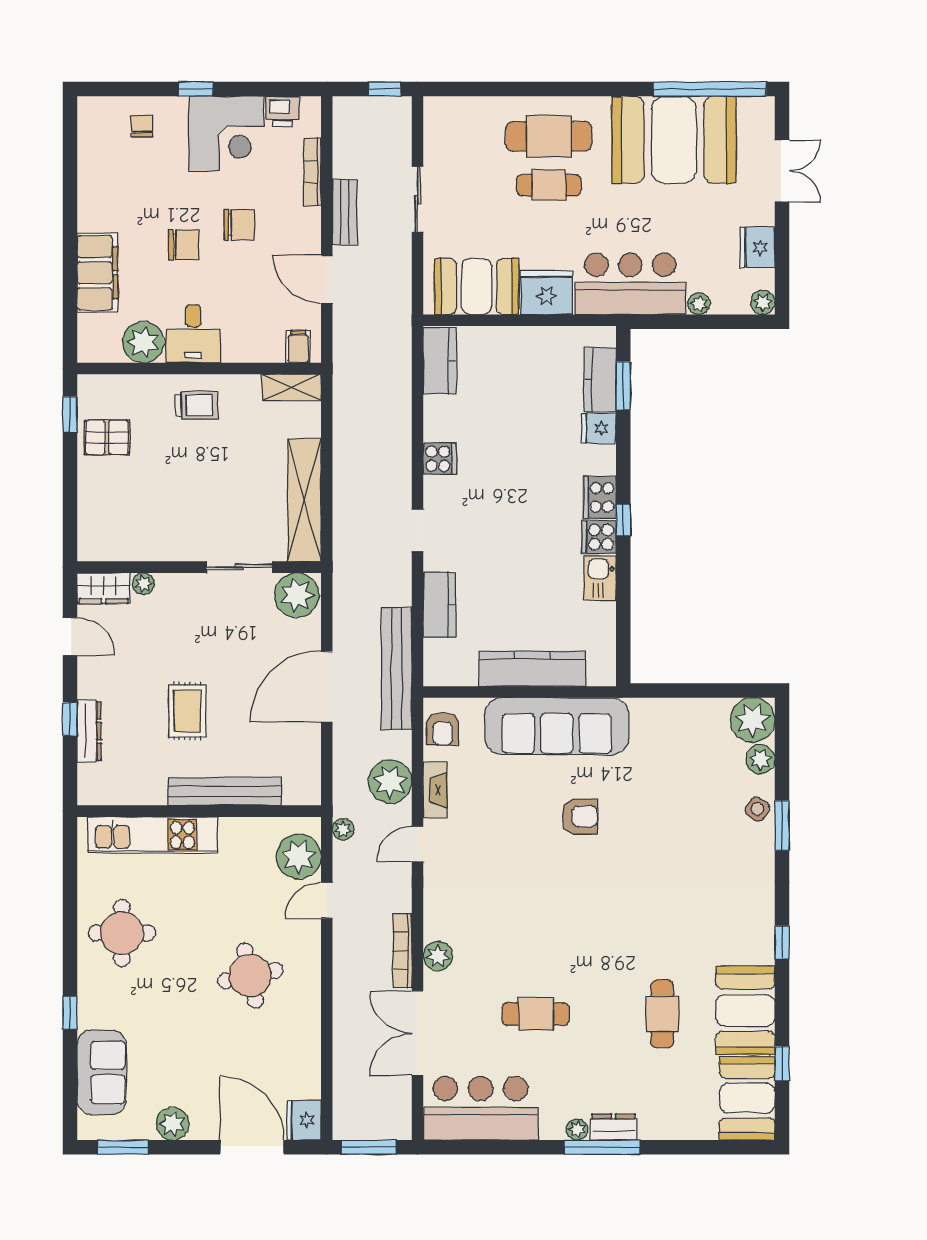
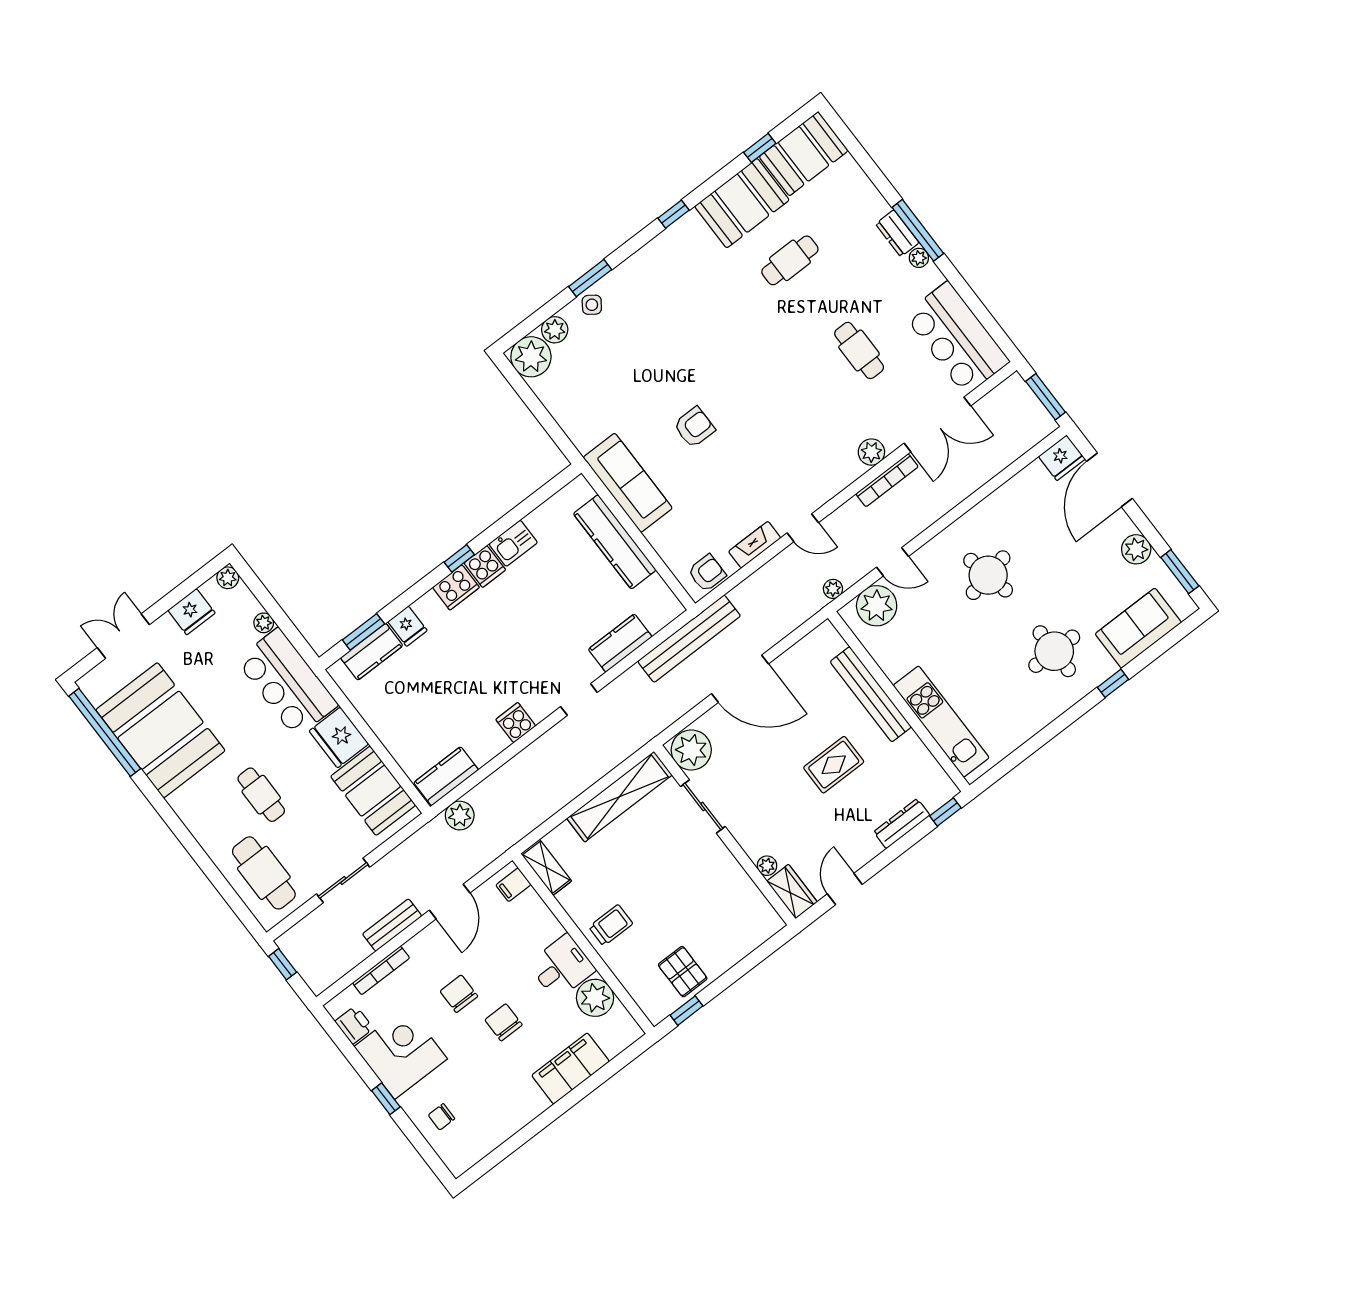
cafe table: (549, 136) -> (264, 873), moved
trolley: (197, 405) -> (611, 925), turned 91
window: (70, 719) -> (945, 812), moved
sofa: (557, 726) -> (628, 483), width x0.74, depth x0.79
plant: (390, 782) -> (460, 816), moved, width x0.73, depth x0.73
armchair: (580, 816) -> (694, 427), turned 90
round table: (122, 933) -> (1054, 651), moved

